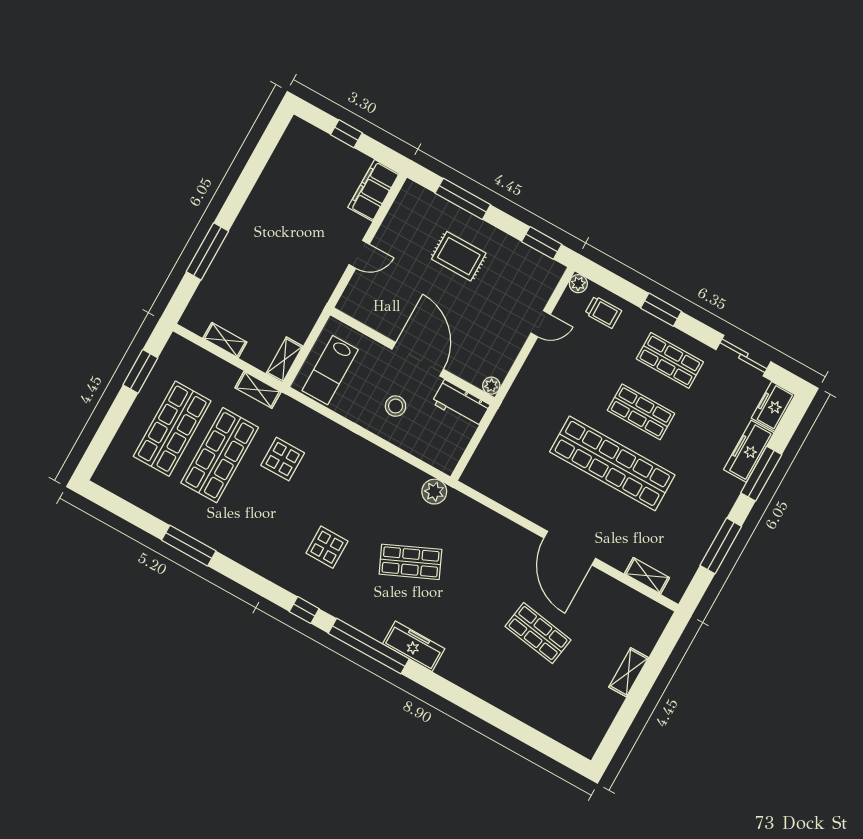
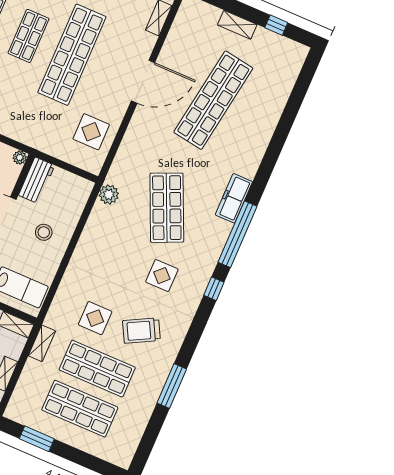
display table: (514, 478) -> (91, 132), added
trolley: (261, 515) -> (141, 331), added
shop shelf: (410, 562) -> (167, 208), width x1.43, depth x1.36
shop shelf: (538, 633) -> (213, 100), width x2.00, depth x1.36
window: (623, 721) -> (276, 25), added

